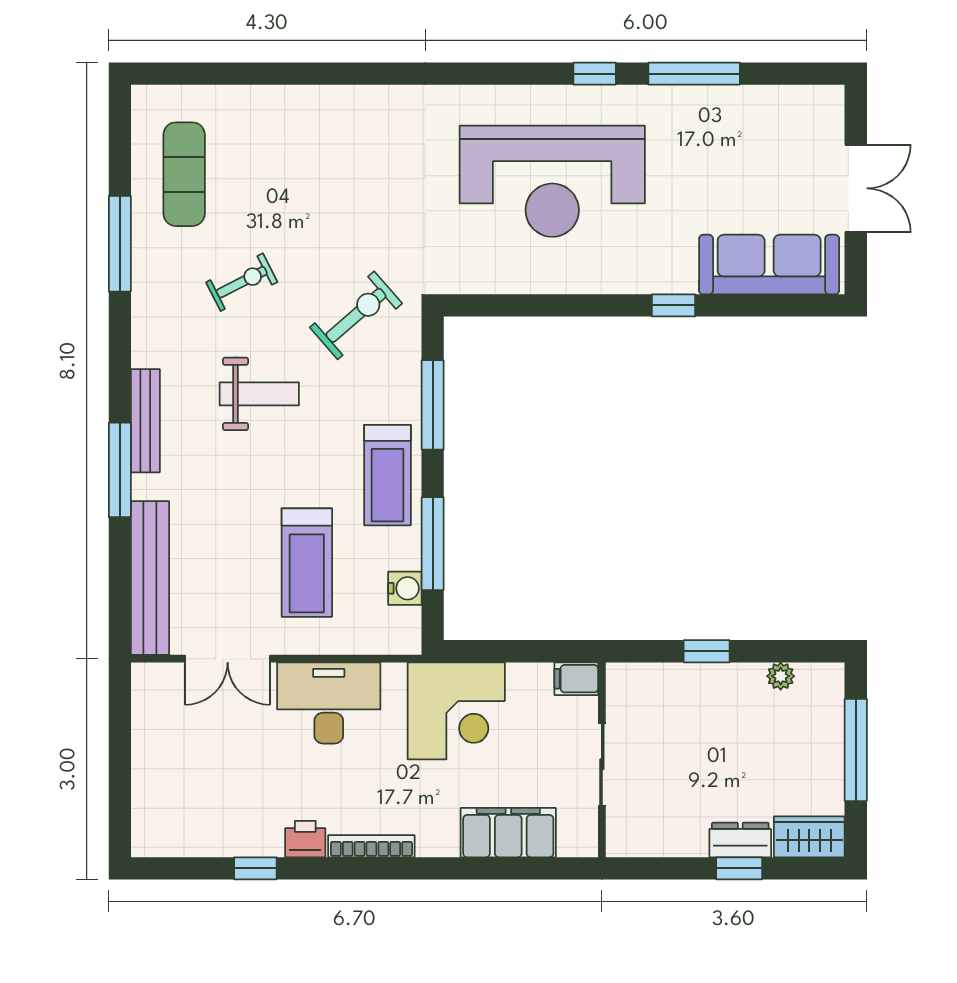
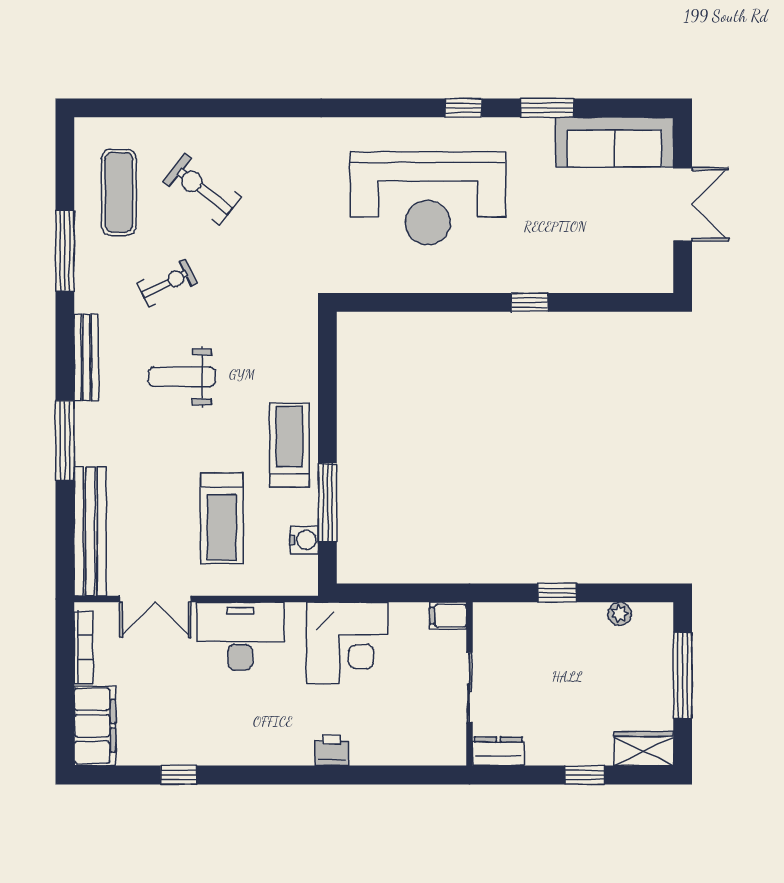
window: (694, 74) -> (547, 108), width x0.69
sofa: (769, 265) -> (614, 142), moved, turned 180
exercise bike: (356, 315) -> (202, 189), moved, turned -101
weight bench: (259, 394) -> (182, 377), turned 180
window: (433, 405) -> (327, 386), removed
bench: (145, 421) -> (86, 357), moved
treadmill: (387, 475) -> (289, 445), turned 180
filing cabinet: (508, 833) -> (95, 726), moved, turned 90
printer: (305, 839) -> (332, 750), moved
dresser: (740, 840) -> (498, 751), moved
bookcase: (371, 846) -> (83, 647), moved, turned 90

